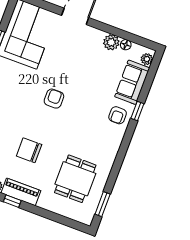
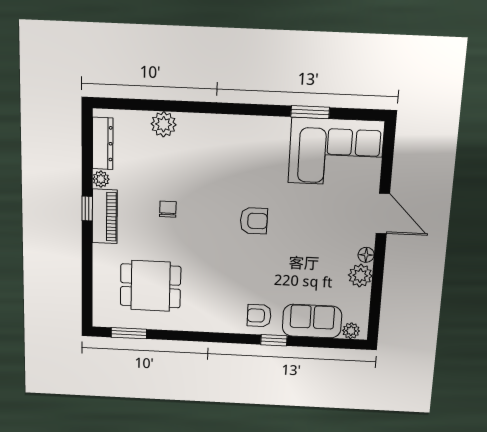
floor lamp: (126, 45) -> (366, 255), moved
chair: (29, 150) -> (168, 209), width x0.54, depth x0.54

